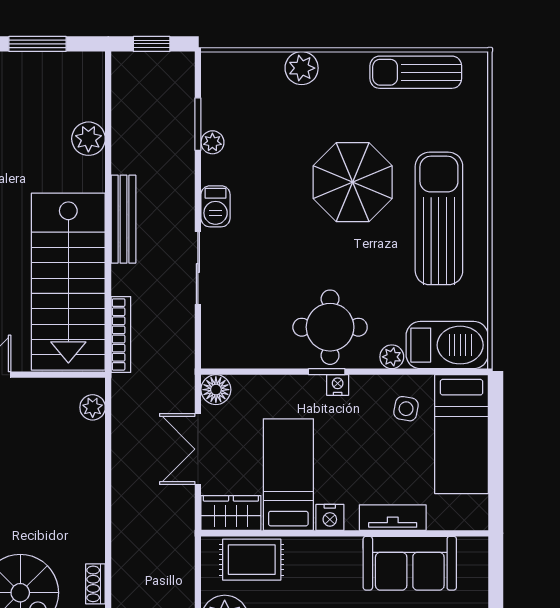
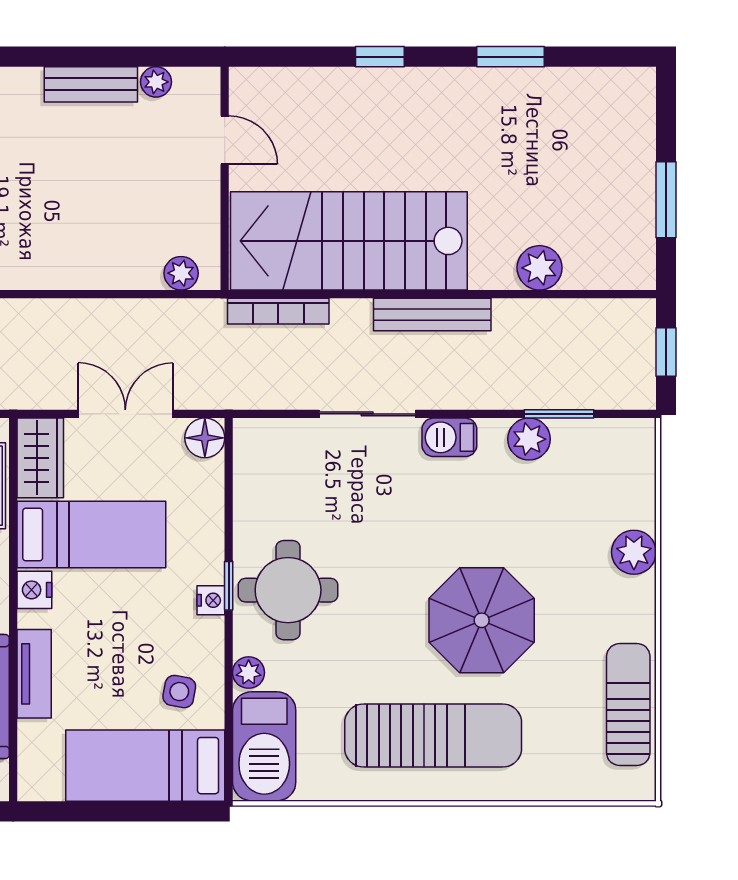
plant: (212, 142) -> (529, 439), width x1.38, depth x1.38

